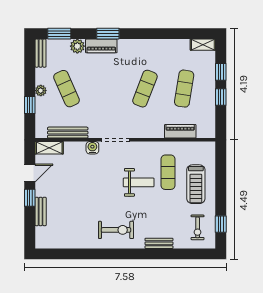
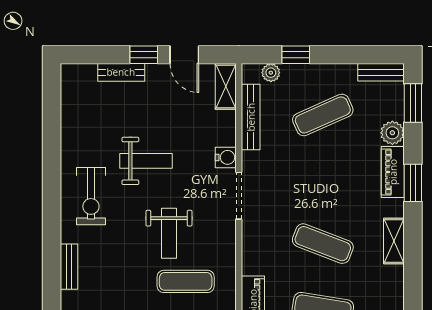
shelving: (143, 45) -> (394, 241), added
plant: (41, 91) -> (271, 73), moved
weight bench: (95, 196) -> (146, 161), added

